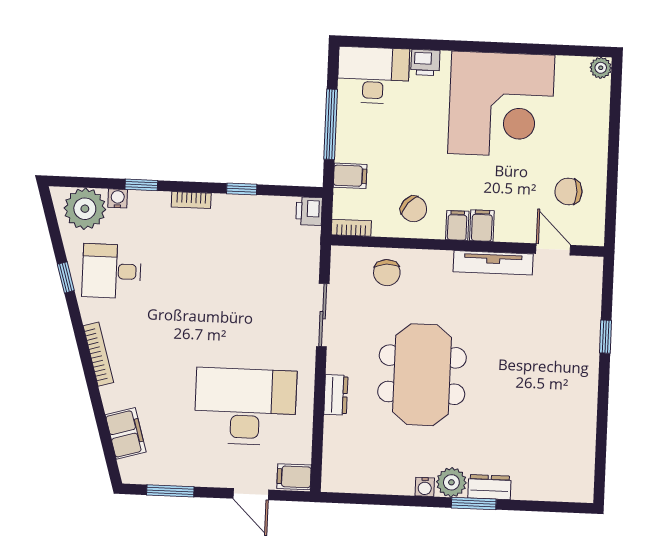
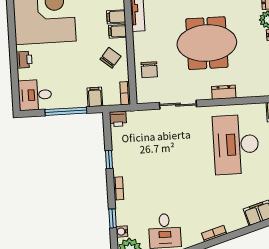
desk: (373, 75) -> (35, 95), width x0.73
chair: (387, 273) -> (149, 70), turned 94
bookcase: (98, 354) -> (214, 233), width x0.64

